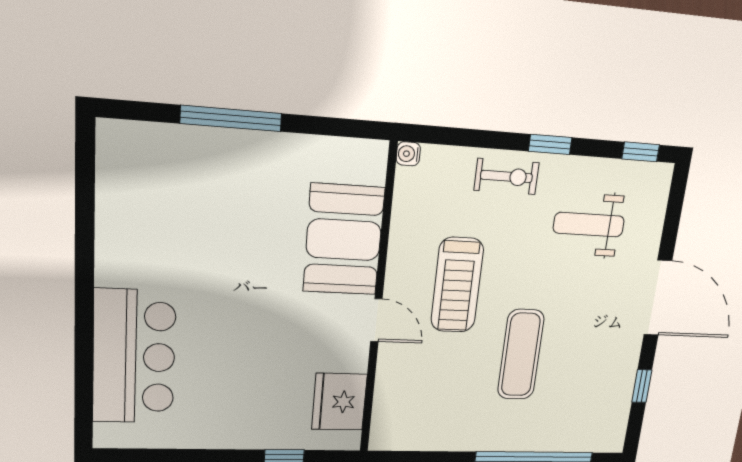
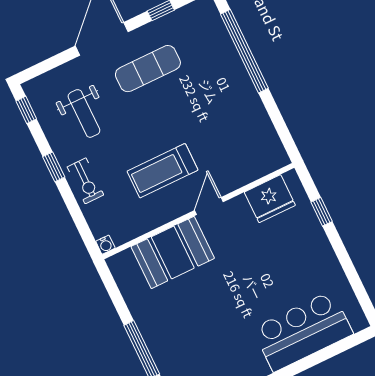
exercise bike: (507, 176) -> (85, 181), turned 180
treadmill: (457, 285) -> (162, 171), turned 180
exercise mat: (521, 355) -> (148, 69), moved

